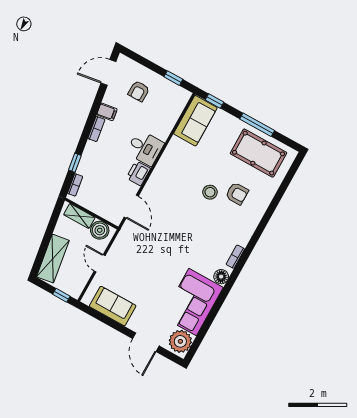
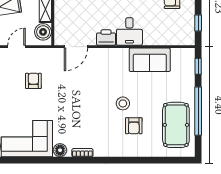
sofa: (195, 121) -> (150, 60), moved
window: (257, 125) -> (198, 111), width x1.46
armchair: (141, 265) -> (33, 81), added

